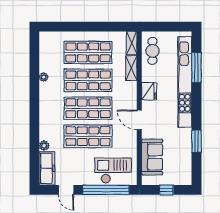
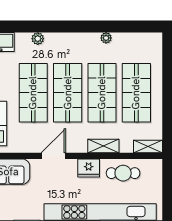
cafe table: (153, 51) -> (123, 173), moved
shelving: (131, 68) -> (103, 146), moved
plant: (44, 146) -> (38, 39), moved

